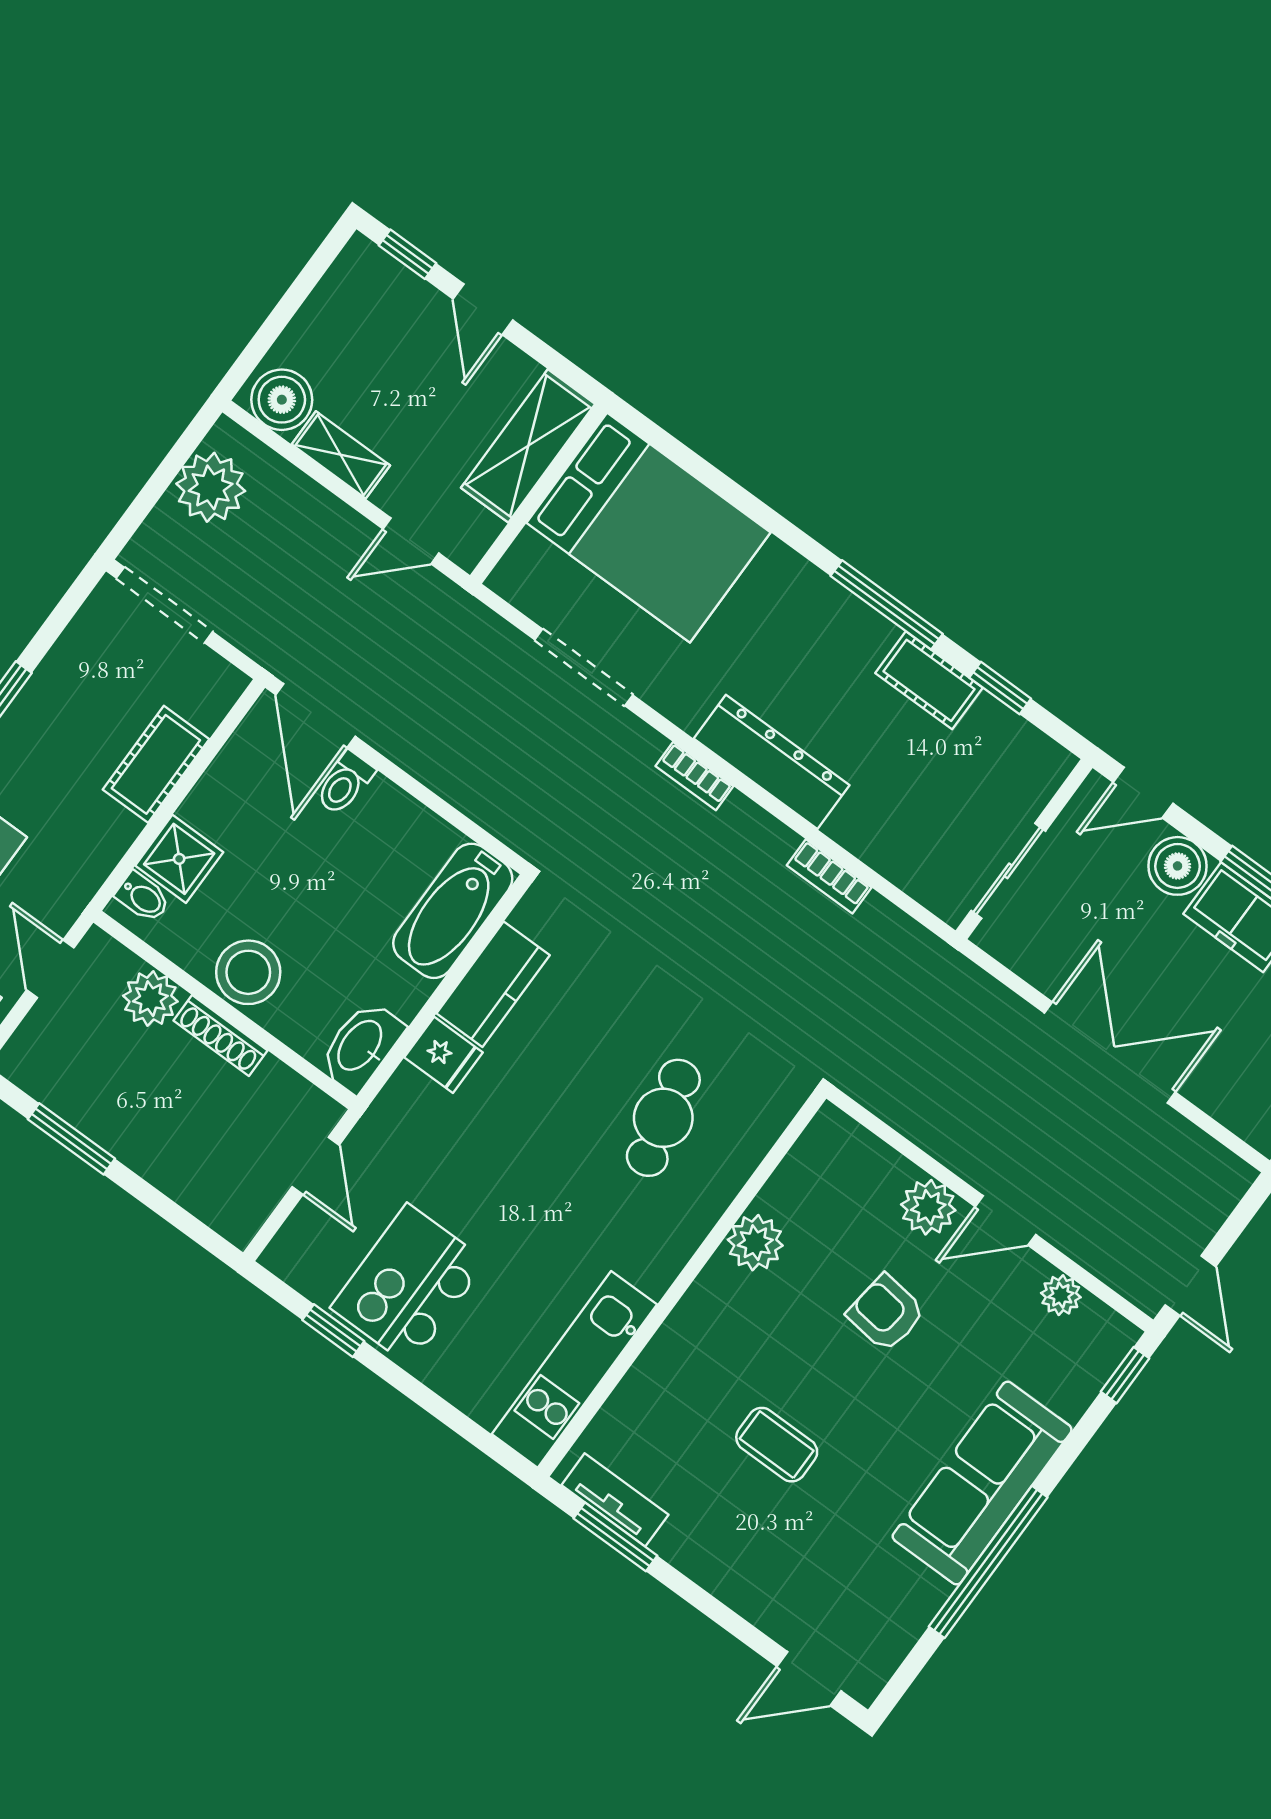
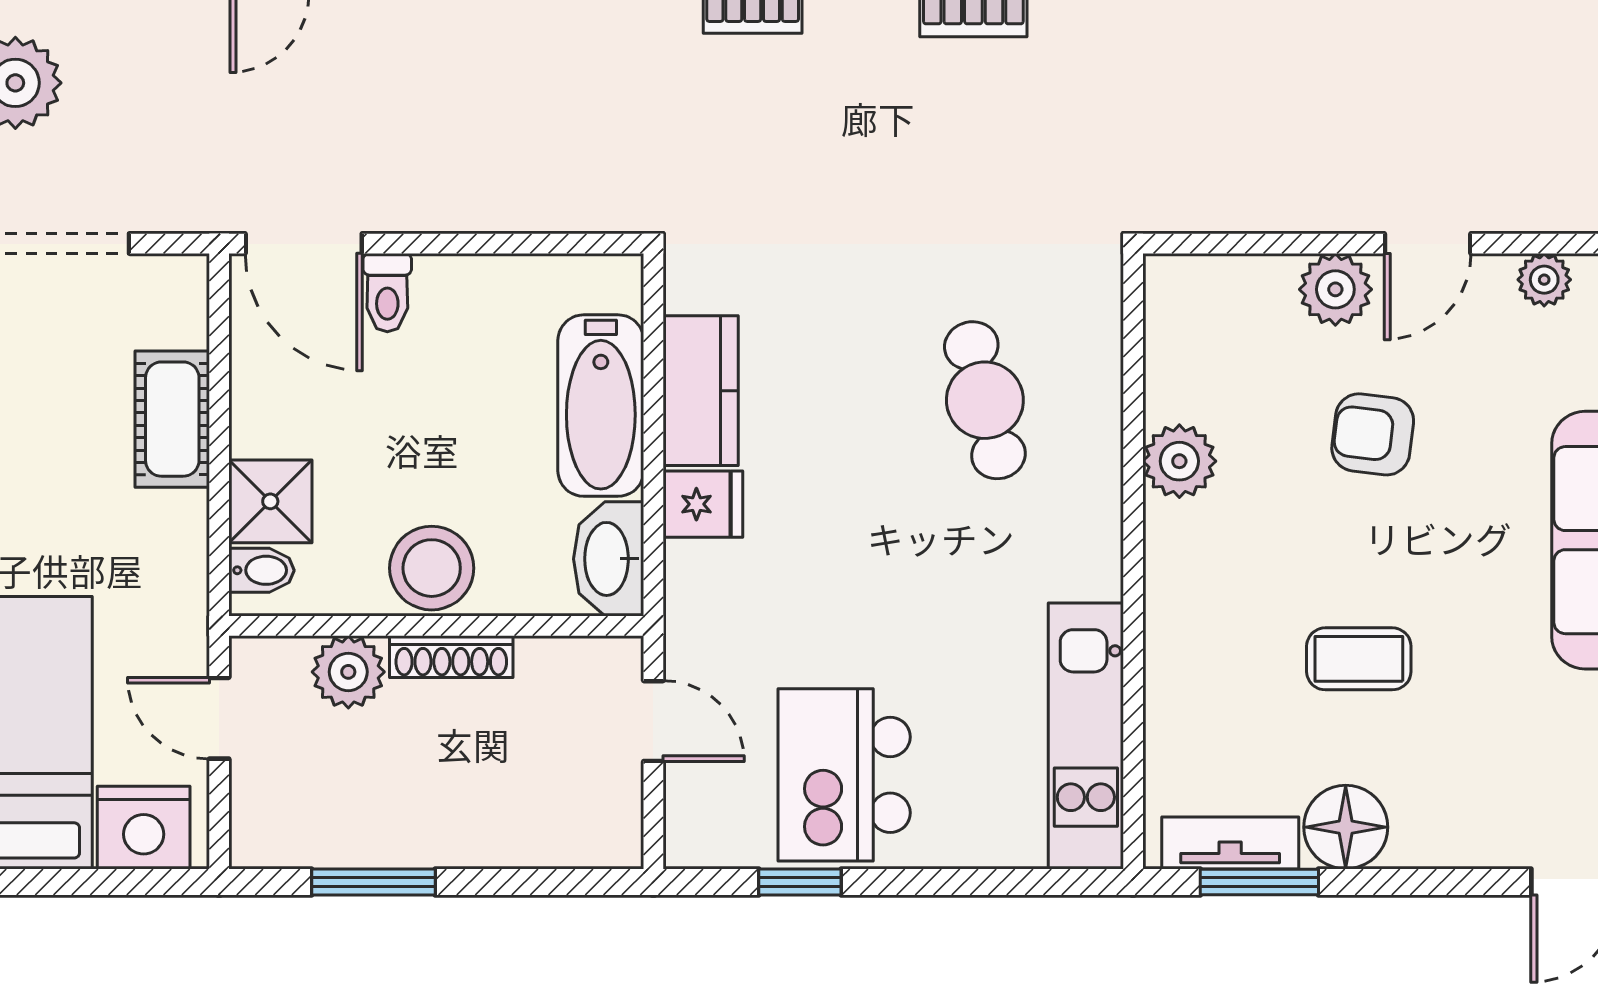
bathtub: (453, 911) -> (601, 406), moved
floor lamp: (693, 1542) -> (1346, 827), added

